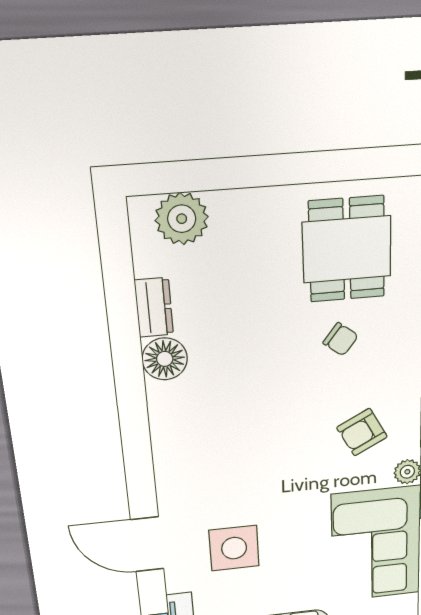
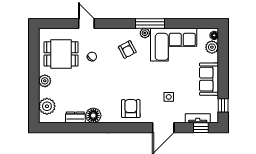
plant: (262, 206) -> (45, 81), added
armchair: (194, 458) -> (131, 109), added
side table: (234, 548) -> (169, 97), width x0.54, depth x0.54

